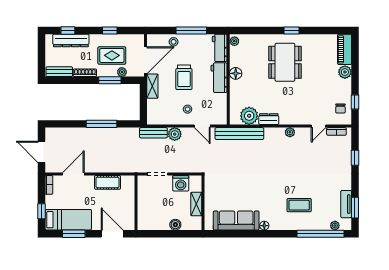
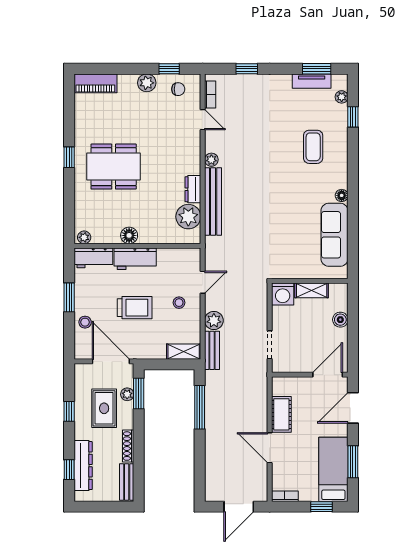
window: (191, 30) -> (69, 297), width x0.69
plant: (345, 72) -> (147, 83), moved
window: (110, 80) -> (139, 393), moved
shelving: (152, 86) -> (184, 352), moved
window: (101, 124) -> (200, 407), moved
bench: (239, 134) -> (213, 202), moved
door: (73, 174) -> (270, 448), moved
washing machine: (181, 183) -> (283, 294), moved, turned 90
door: (136, 216) -> (328, 375), added
window: (321, 234) -> (353, 117), width x0.32

